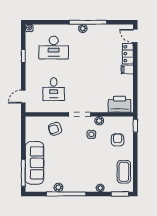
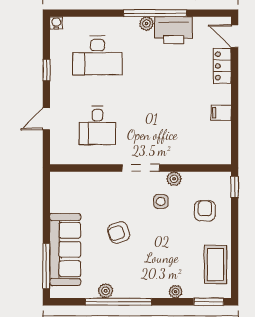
filing cabinet: (127, 69) -> (221, 113), moved
door: (23, 97) -> (46, 119), moved
printer: (120, 104) -> (174, 30), moved, turned 180
armchair: (55, 129) -> (119, 232), moved

